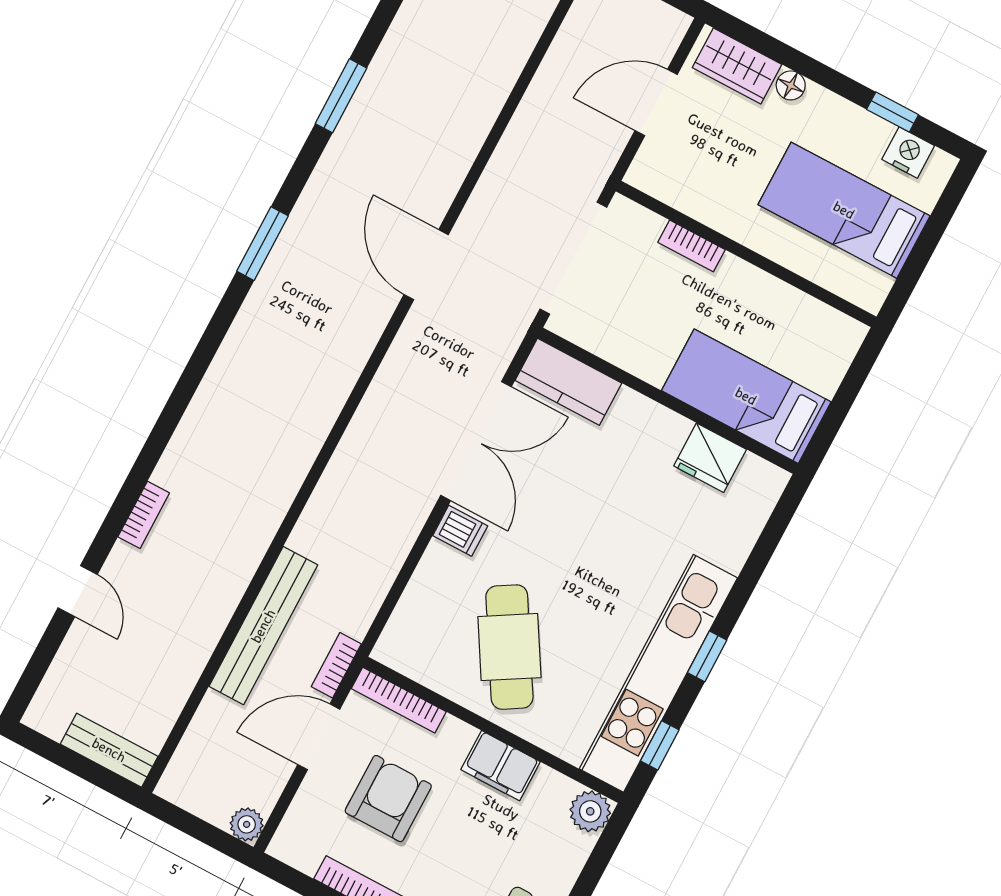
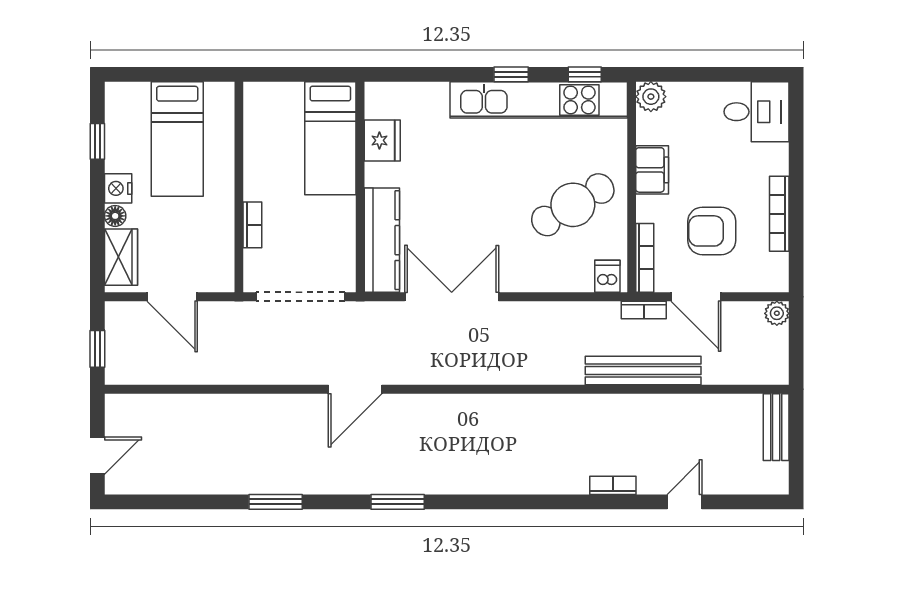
nightstand: (908, 153) -> (118, 188), moved
kitchen counter: (568, 382) -> (382, 240), width x1.50
dishwasher: (460, 531) -> (607, 276), moved

